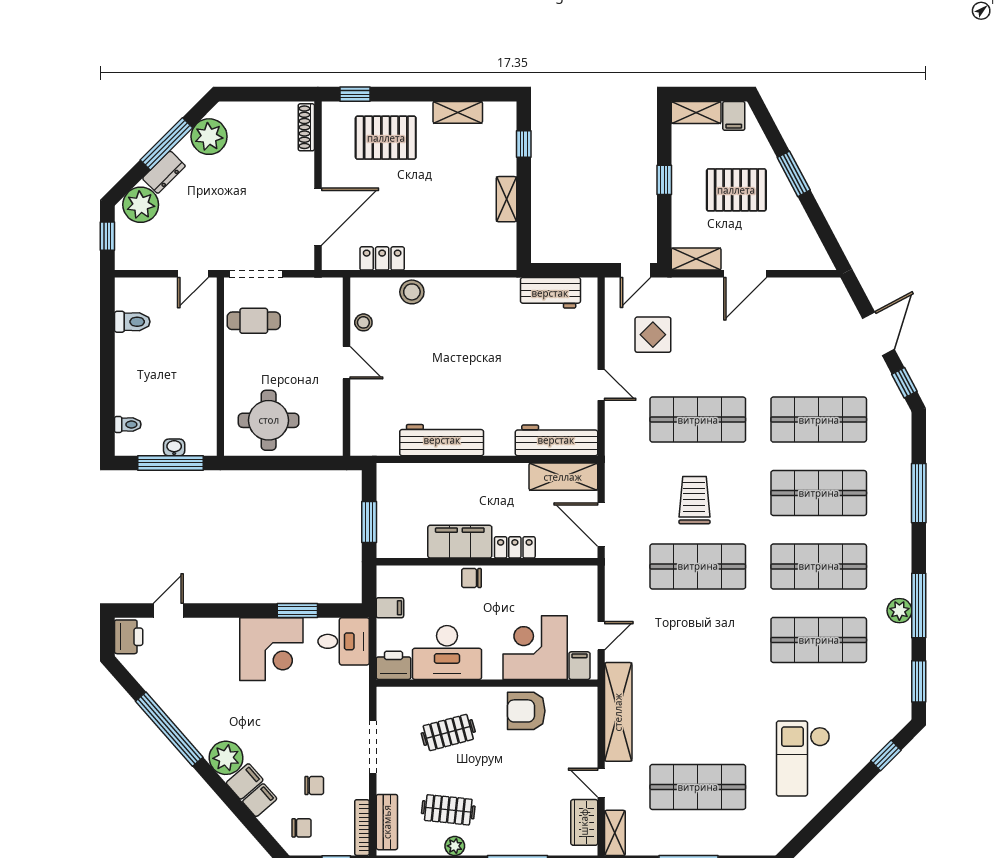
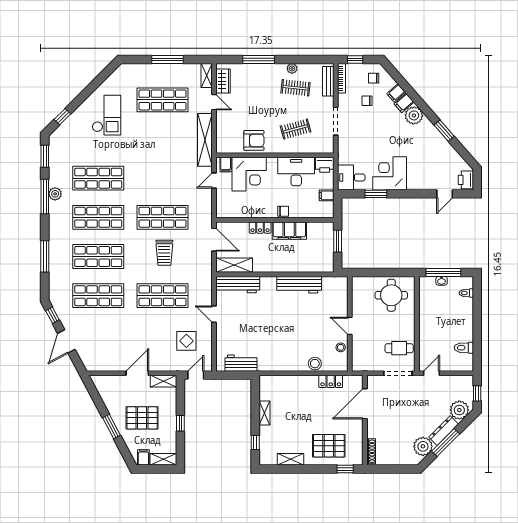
dresser: (164, 172) -> (444, 431), width x1.44
window: (169, 729) -> (444, 131), width x0.47

